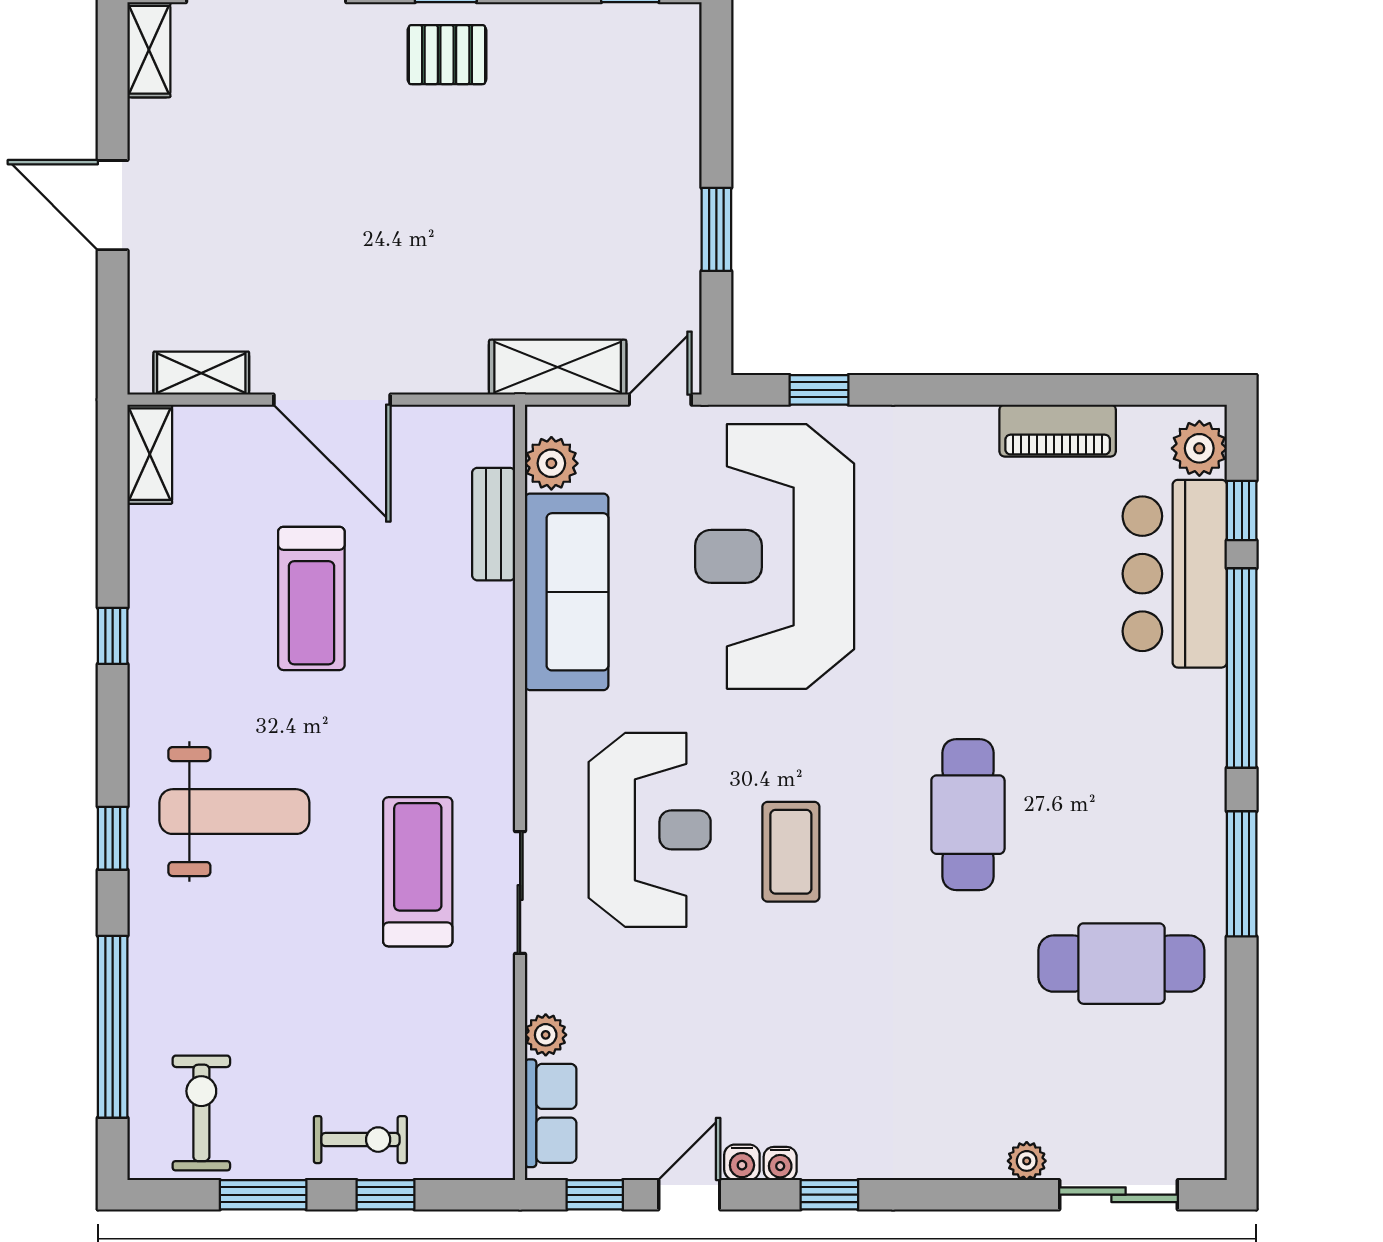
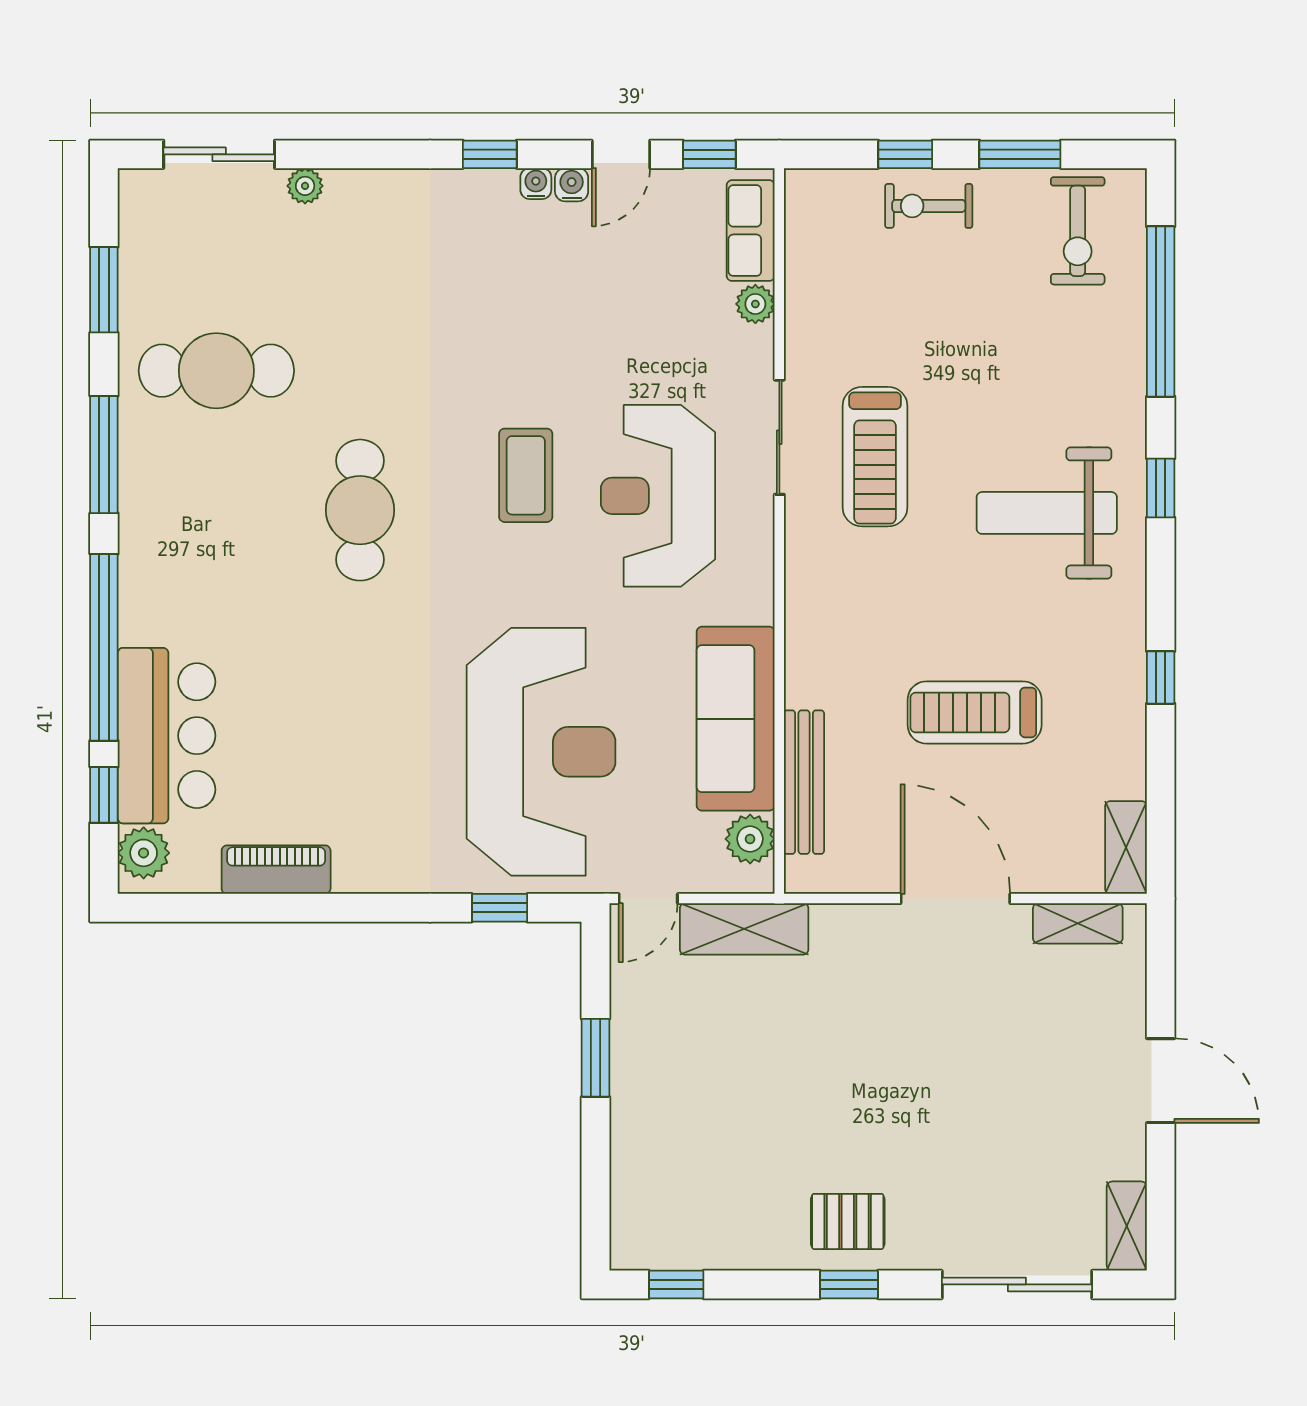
bench: (494, 524) -> (804, 782), width x1.36
treadmill: (311, 598) -> (975, 712), turned -90
window: (1242, 1050) -> (104, 290), added

